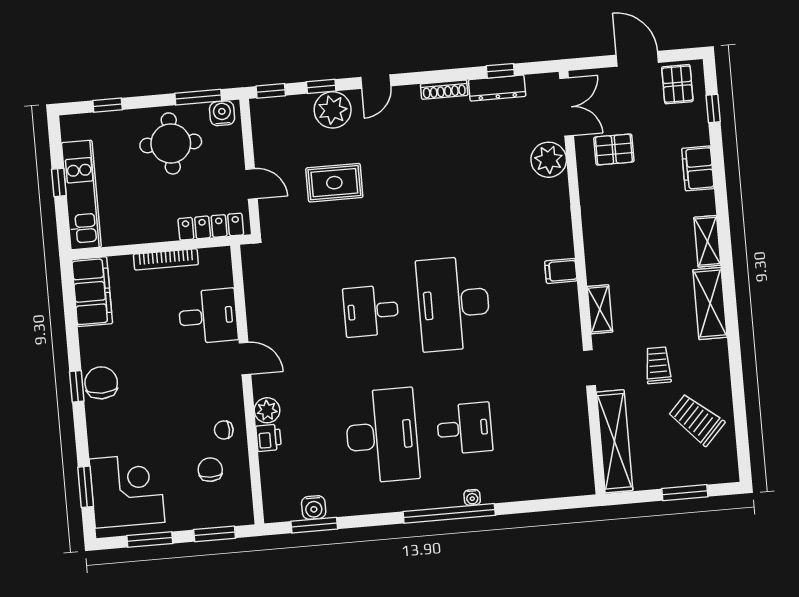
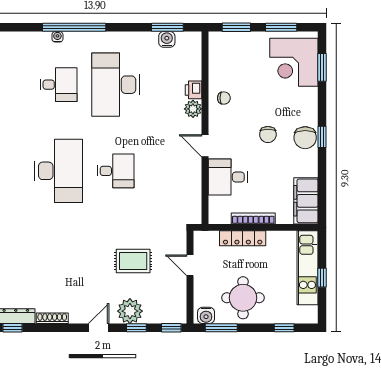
locker: (211, 227) -> (243, 238), moved
desk: (465, 428) -> (59, 85), turned 180
chair: (210, 470) -> (268, 134), moved

